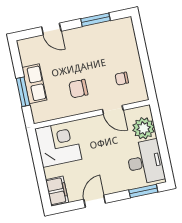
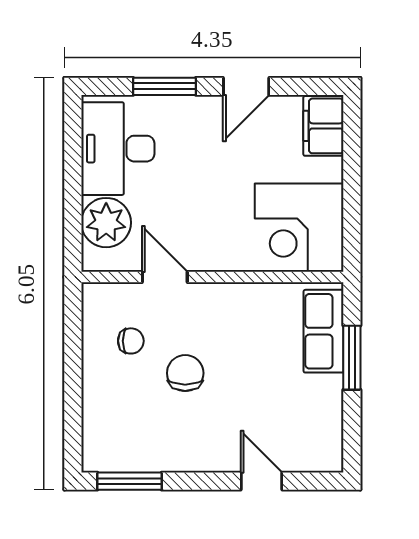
window: (95, 20) -> (129, 481), moved
row of seats: (34, 84) -> (324, 331), moved
chair: (78, 89) -> (185, 373), moved, turned -90
window: (143, 191) -> (164, 86), moved

